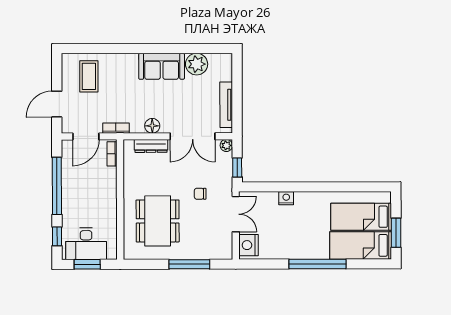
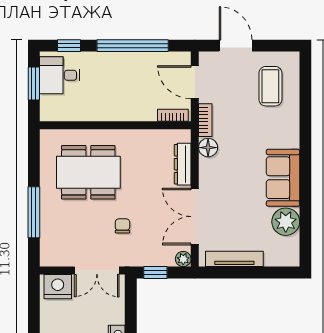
coffee table: (89, 76) -> (270, 86), turned 90
floor lamp: (152, 126) -> (208, 148), moved
desk: (86, 244) -> (60, 75), width x0.73

